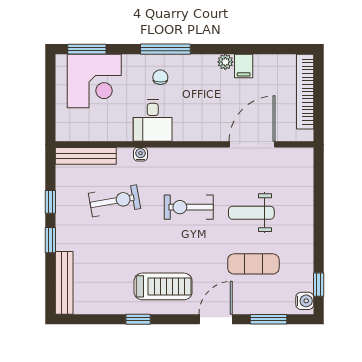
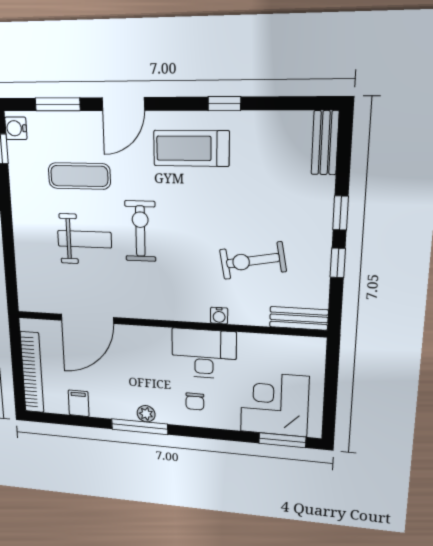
window: (165, 49) -> (140, 427), moved
plant: (225, 62) -> (146, 414), moved
filing cabinet: (244, 66) -> (79, 403), moved
desk: (153, 121) -> (204, 354), width x1.37
bench: (86, 156) -> (299, 318), width x0.73
exercise bike: (189, 207) -> (140, 231), moved, turned -90
bench: (64, 283) -> (325, 143), width x0.73

